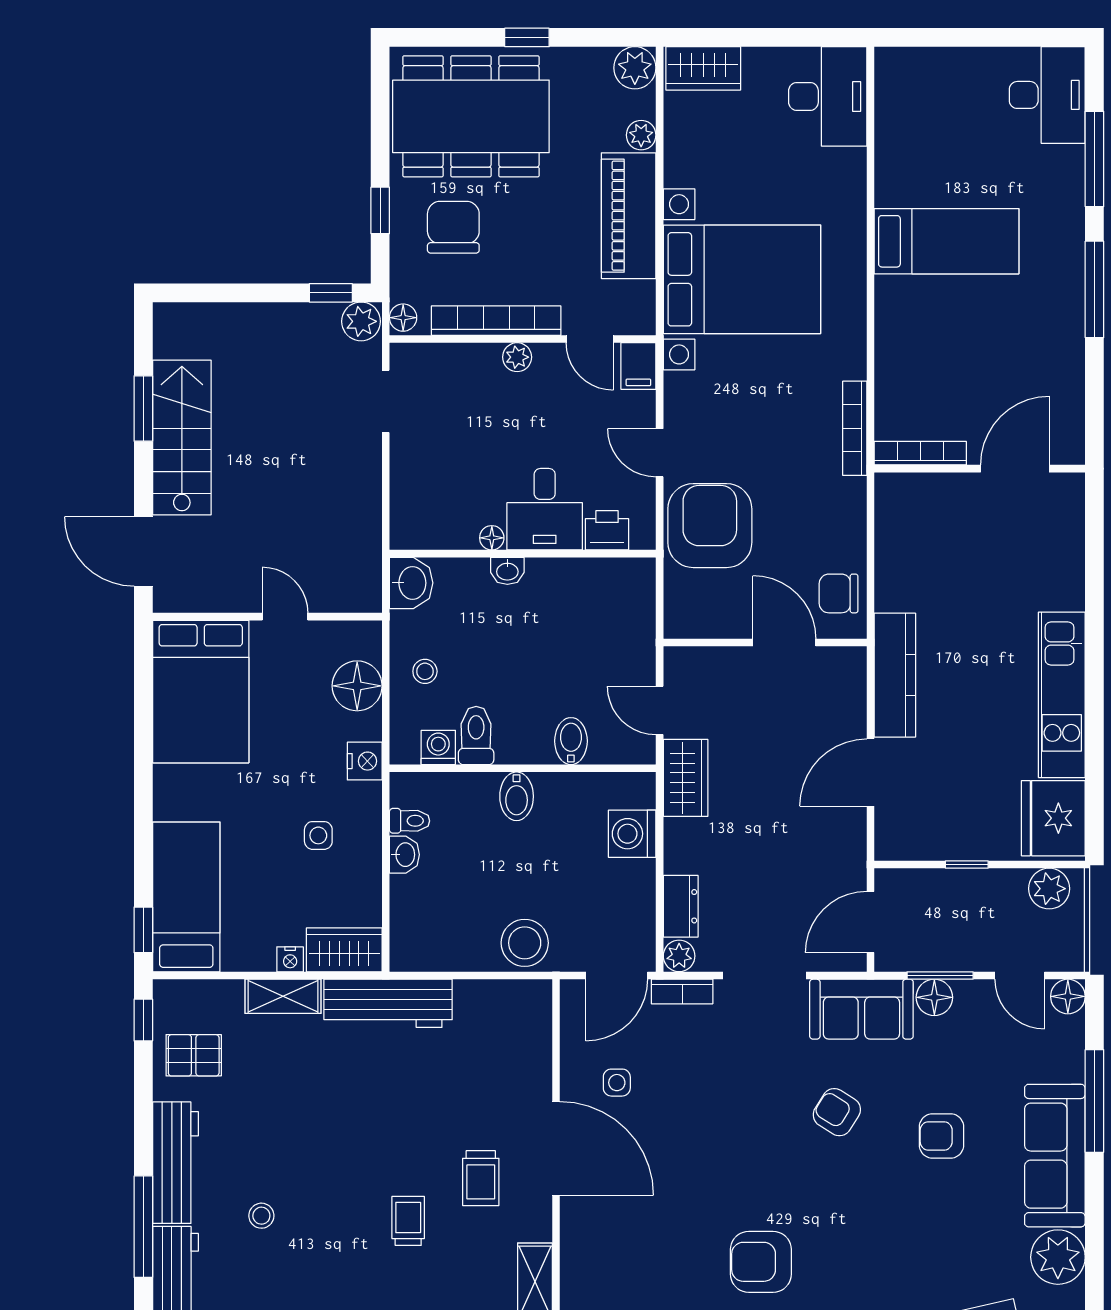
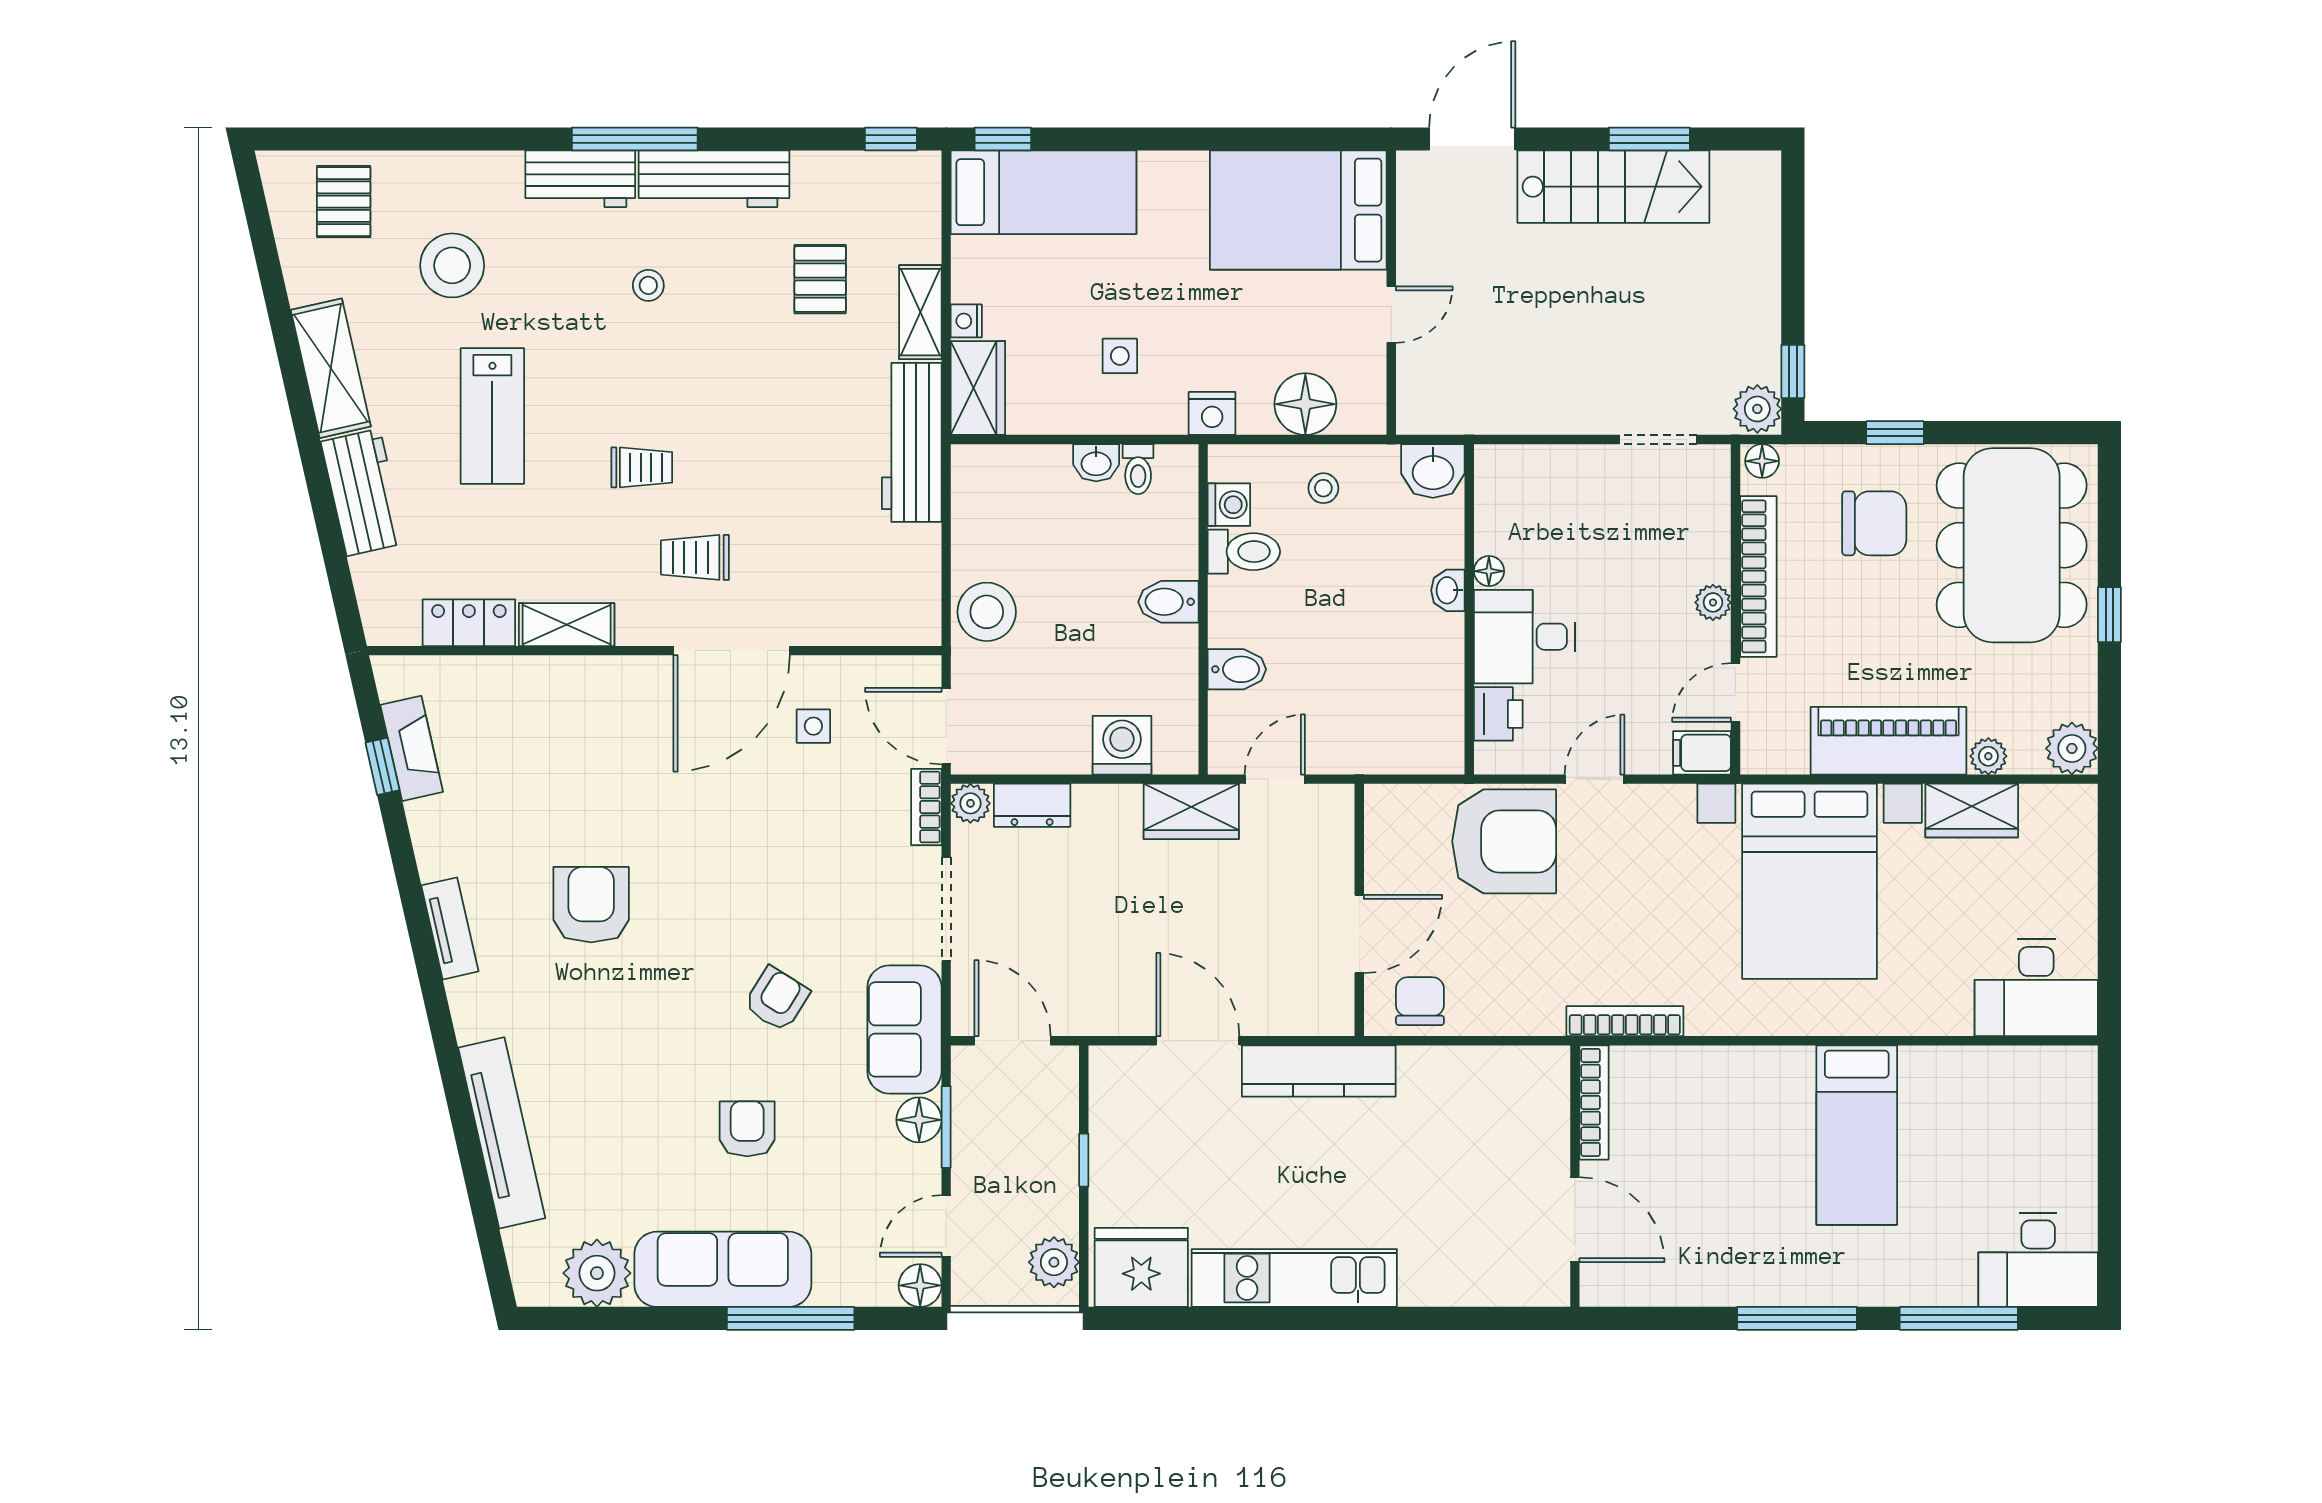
wardrobe: (703, 68) -> (1972, 811), moved, turned -90
pallet: (194, 1055) -> (820, 279), moved

